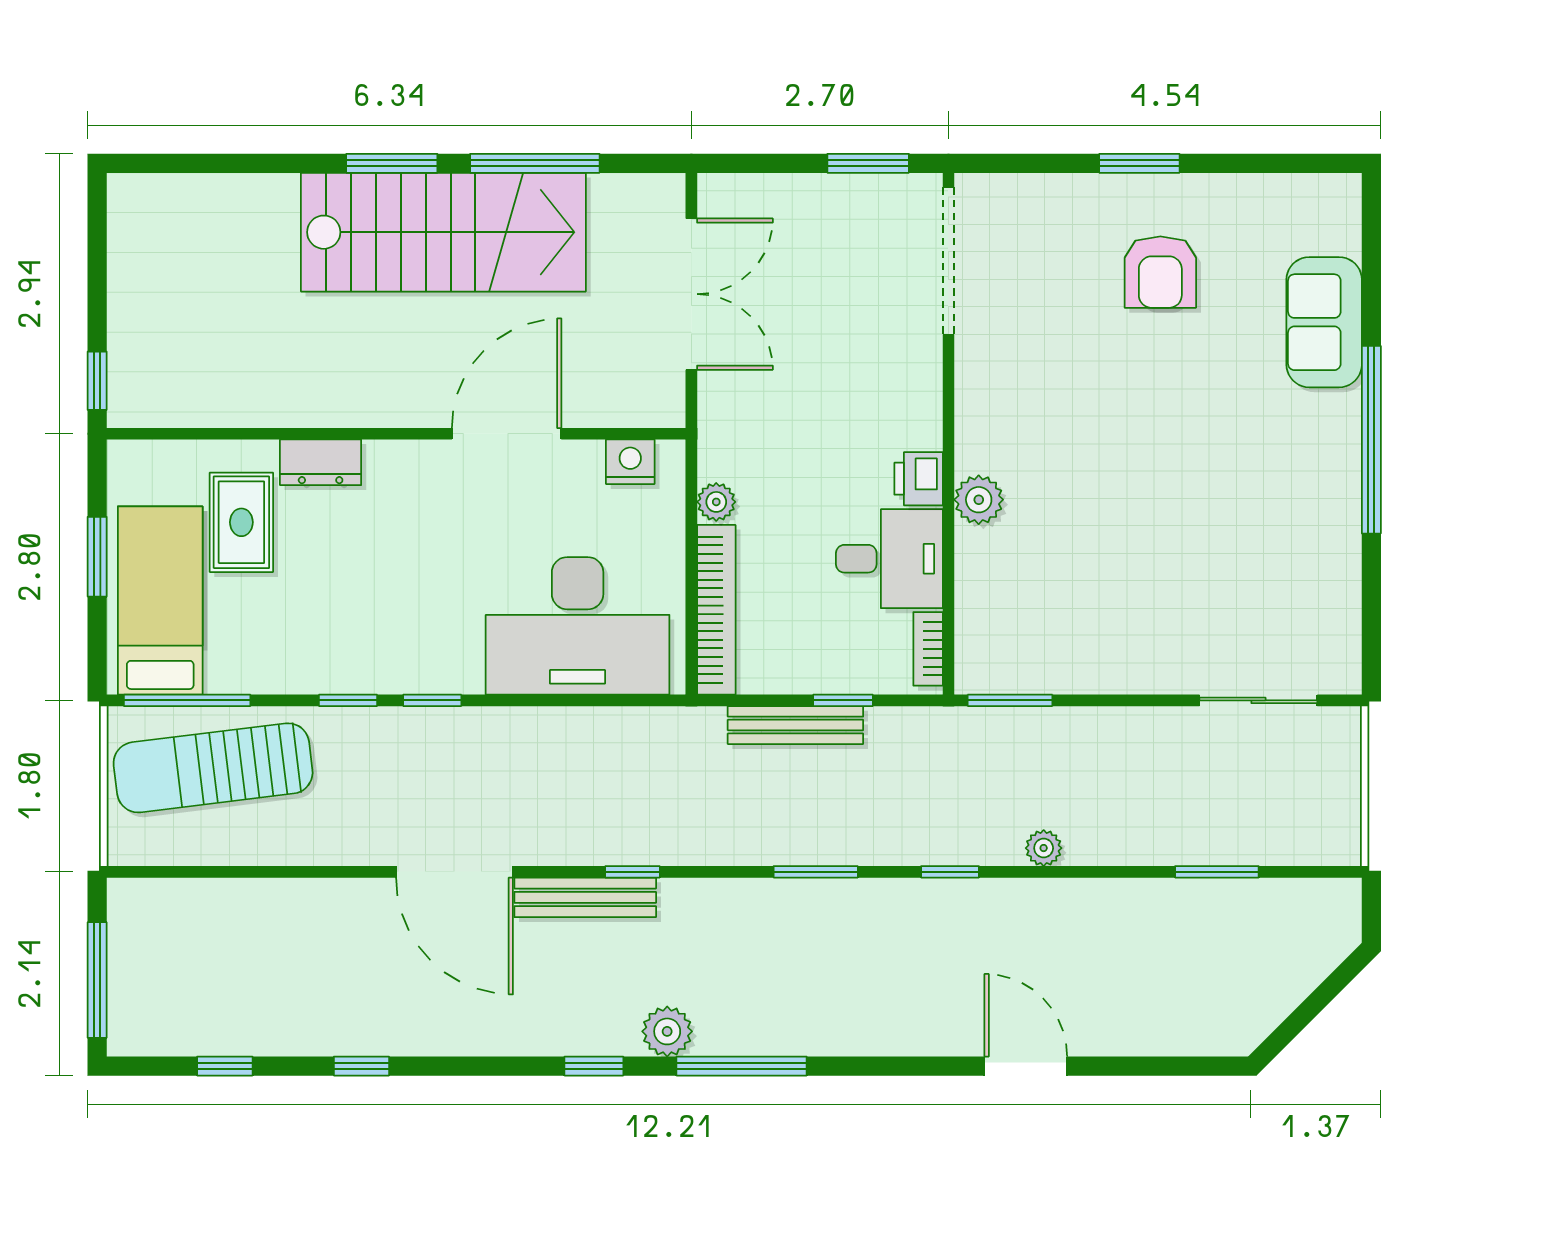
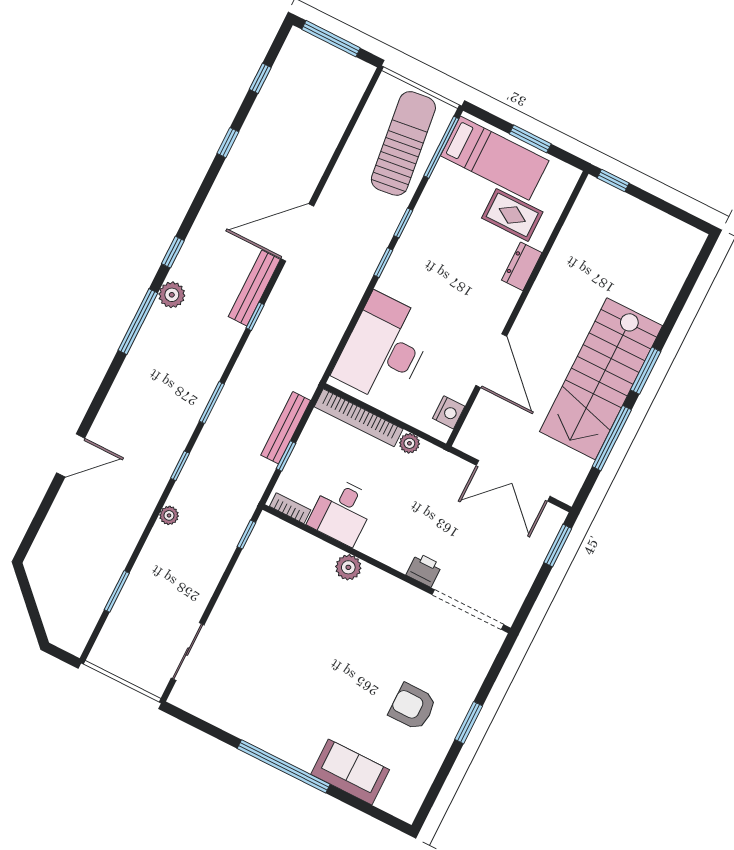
window: (868, 163) -> (558, 545), moved
printer: (919, 479) -> (424, 570), moved
window: (1010, 700) -> (246, 535), width x0.67

